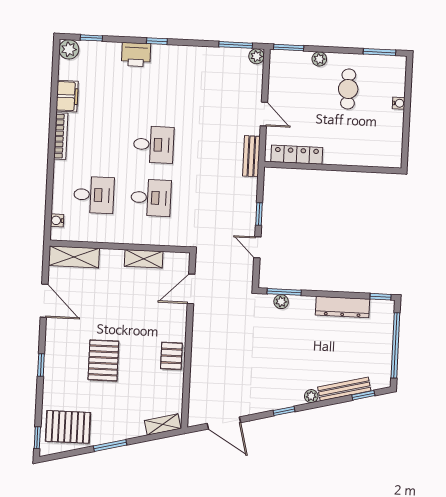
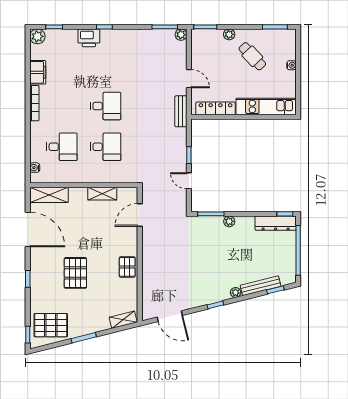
cafe table: (348, 89) -> (252, 56), turned -43
kitchen unit: (363, 155) -> (266, 106), added
door: (44, 301) -> (28, 230), width x1.36
plant: (281, 302) -> (229, 221), moved
dresser: (342, 307) -> (276, 223), moved

